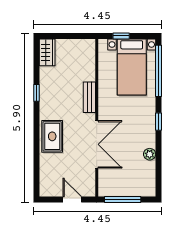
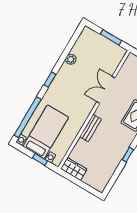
wardrobe: (47, 52) -> (74, 169), moved, turned 90
double door: (97, 144) -> (106, 90), width x0.73
window: (123, 200) -> (111, 37), width x0.69

